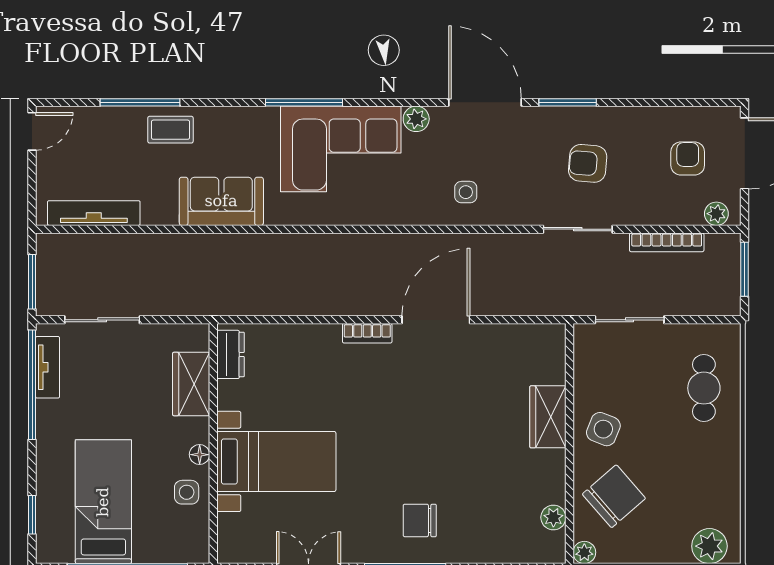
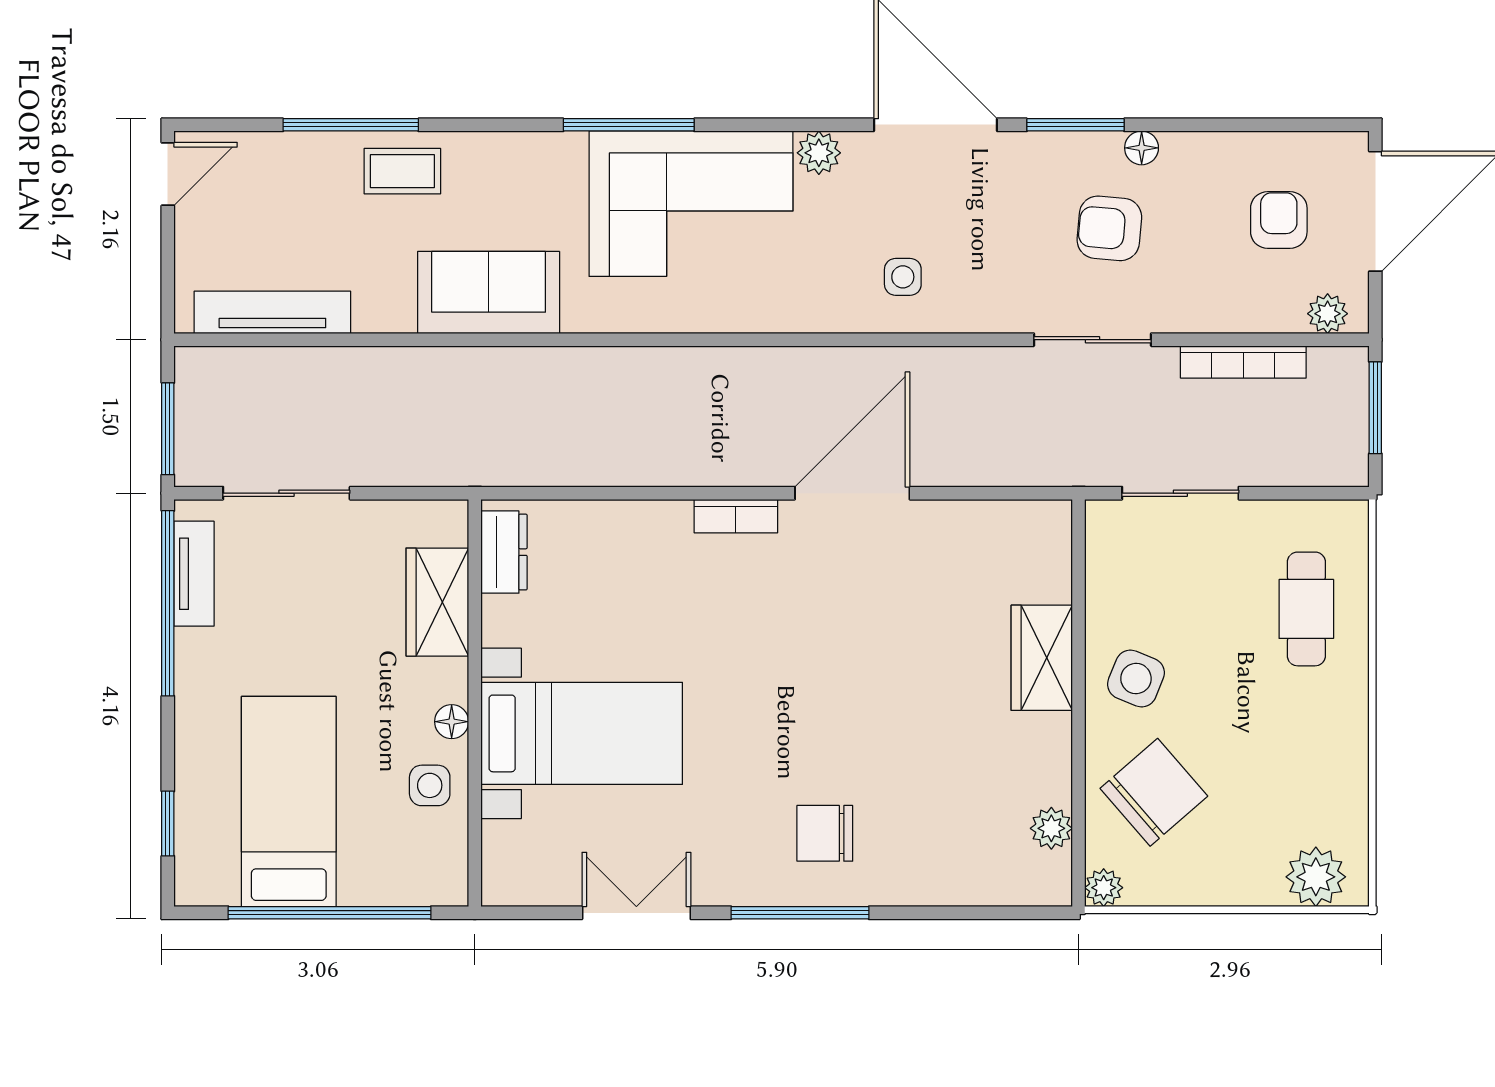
floor lamp: (607, 116) -> (1142, 148), added

